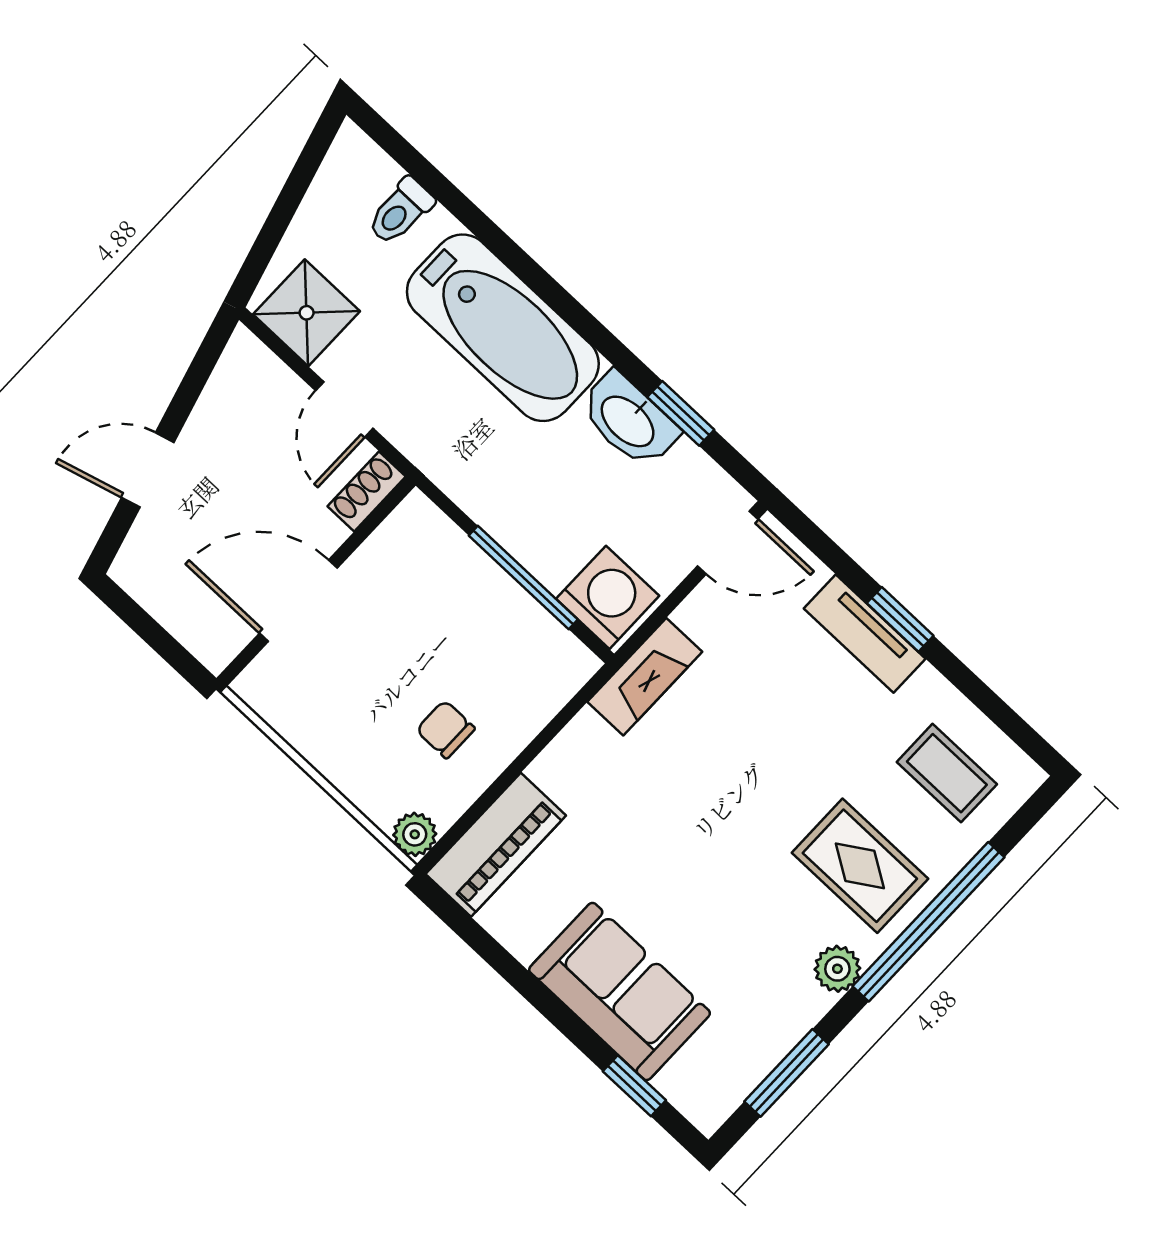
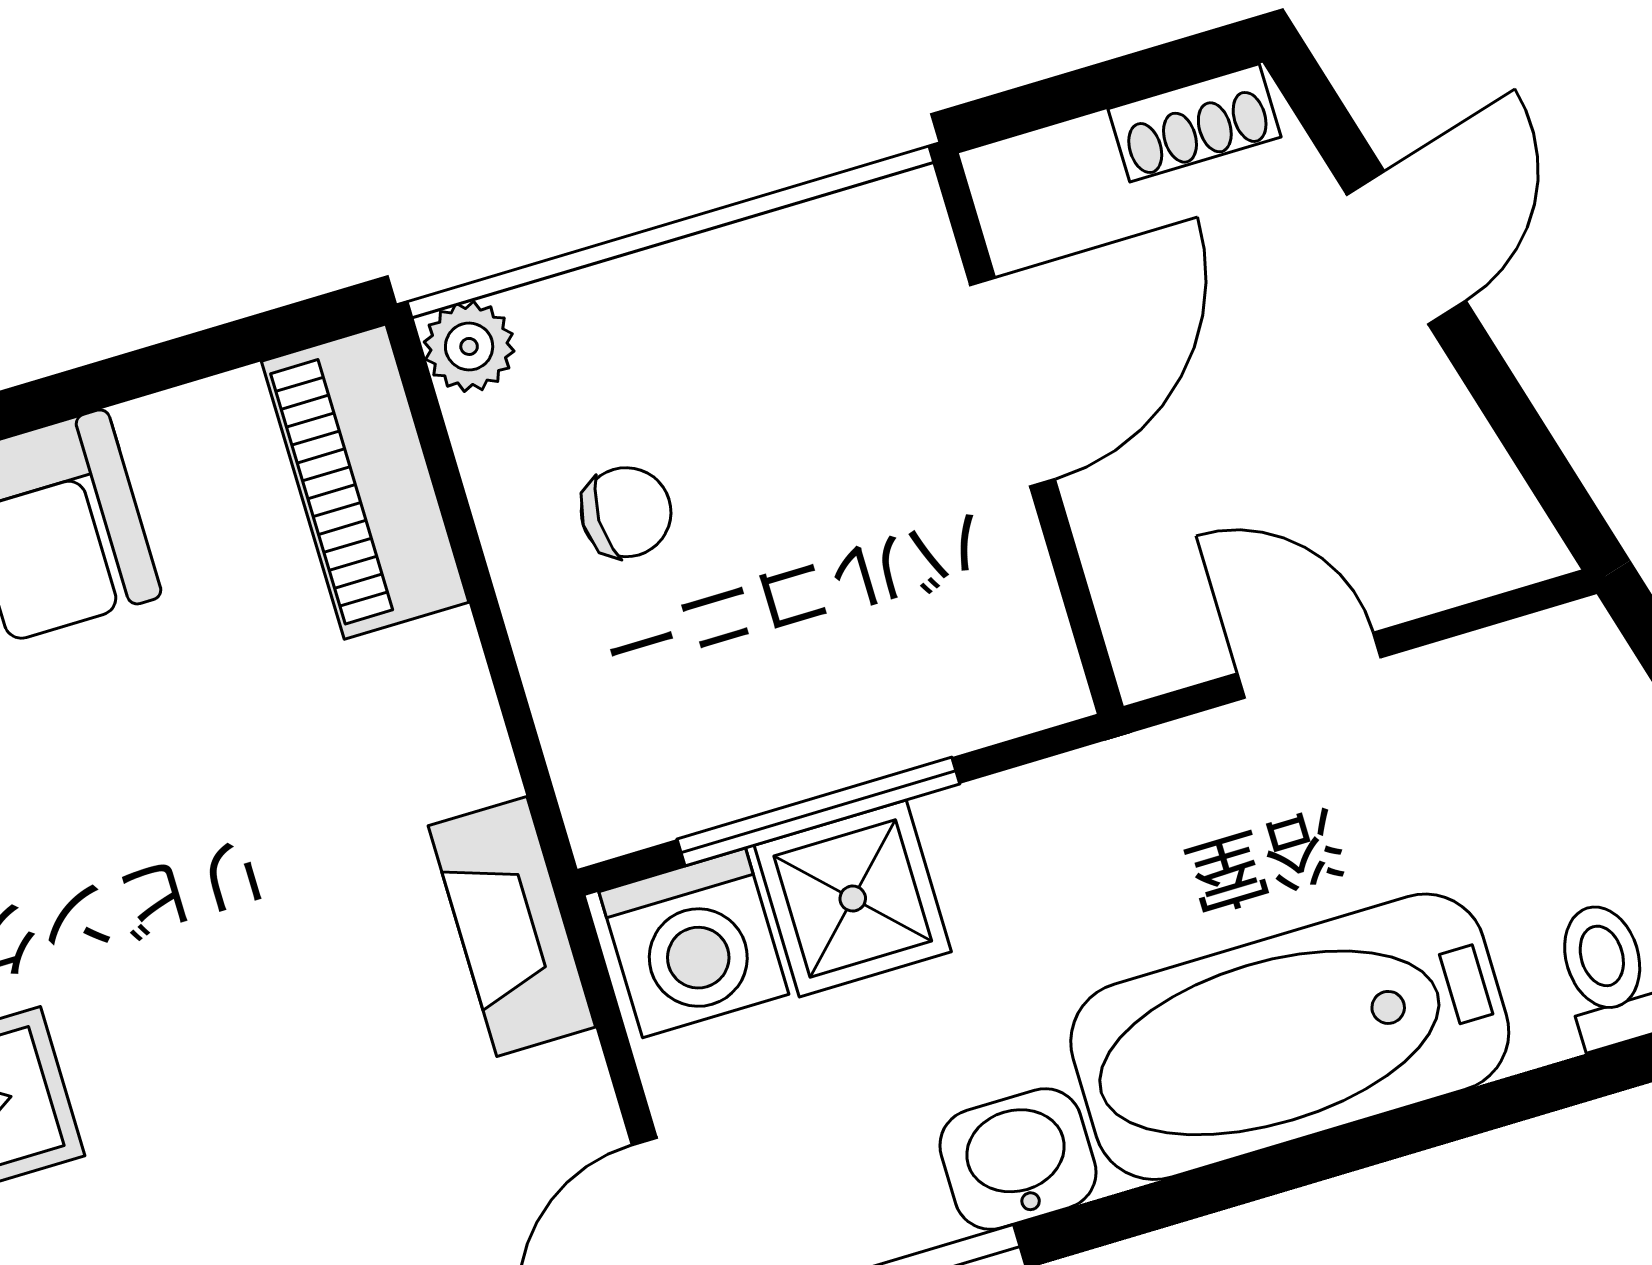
shower: (307, 313) -> (853, 899), moved
washbasin: (629, 420) -> (1018, 1159), width x0.72
shoe rack: (367, 491) -> (1195, 123), moved, turned 90

